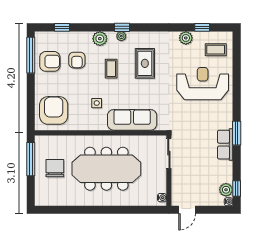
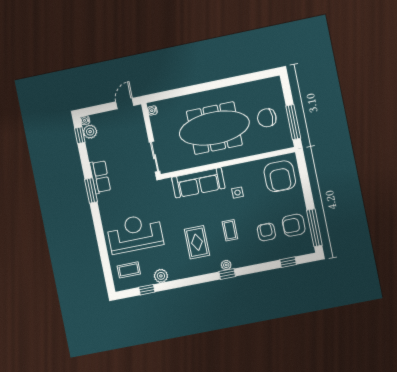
plant: (100, 39) -> (247, 258), removed
reception desk: (203, 84) -> (135, 233), turned 180
chair: (55, 168) -> (267, 118), turned 90

